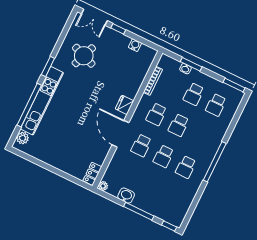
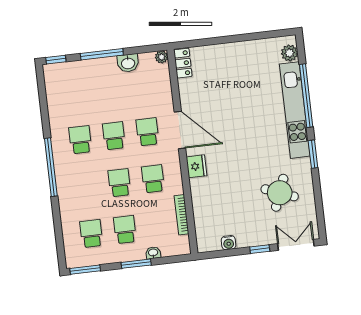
window: (191, 64) -> (136, 264), moved

